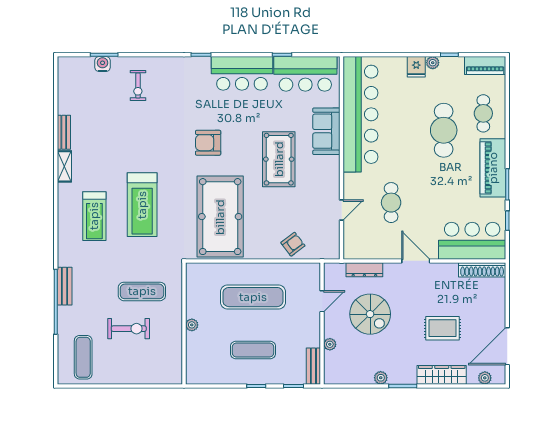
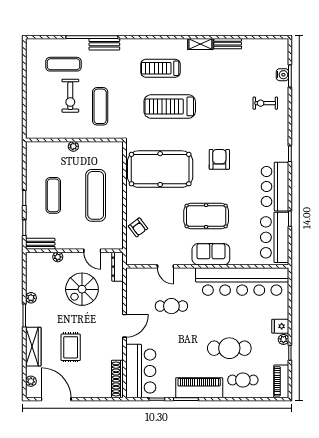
sofa: (326, 131) -> (211, 254), moved
dresser: (364, 270) -> (118, 267), moved
exercise mat: (83, 357) -> (64, 64), moved

